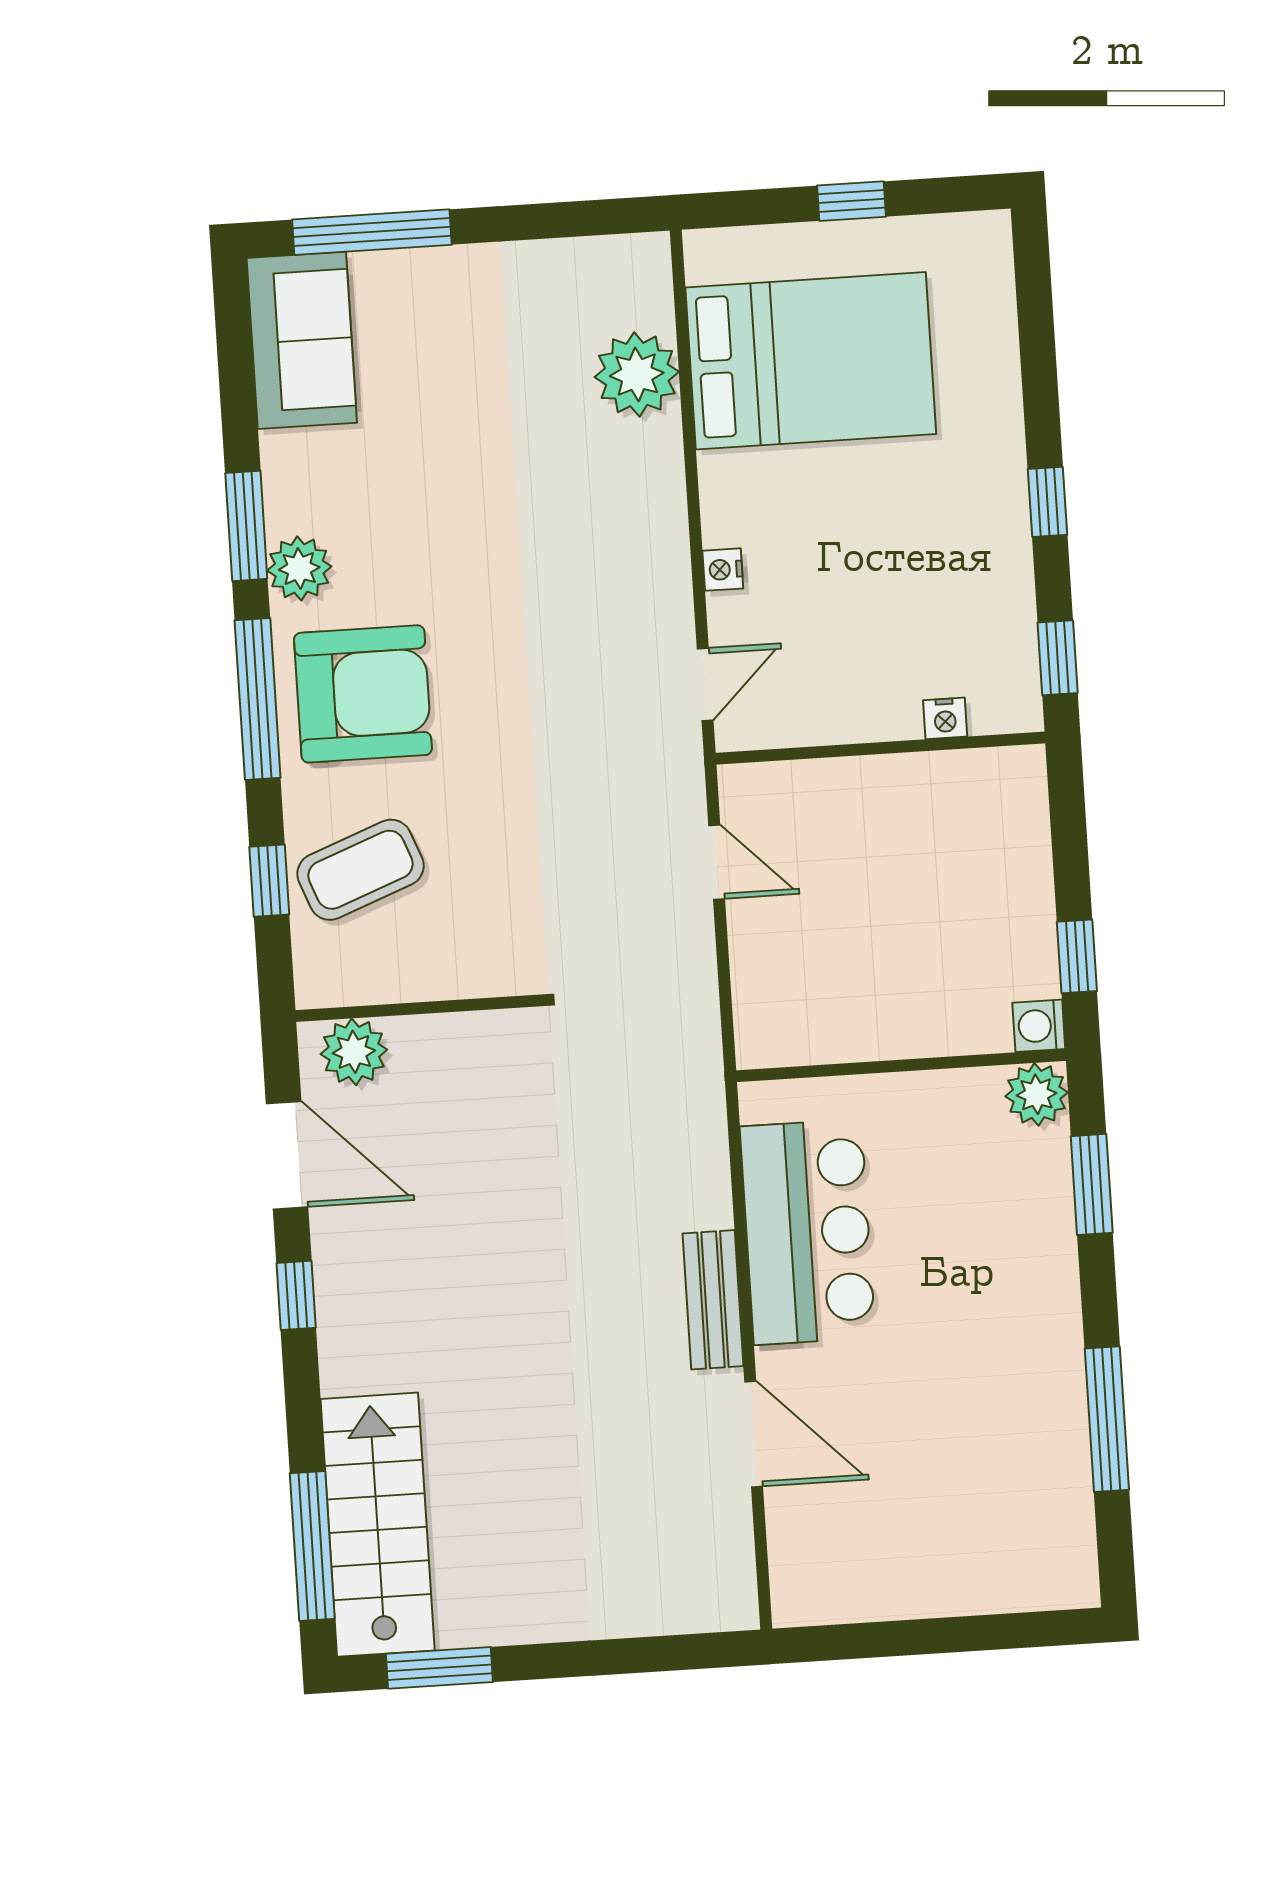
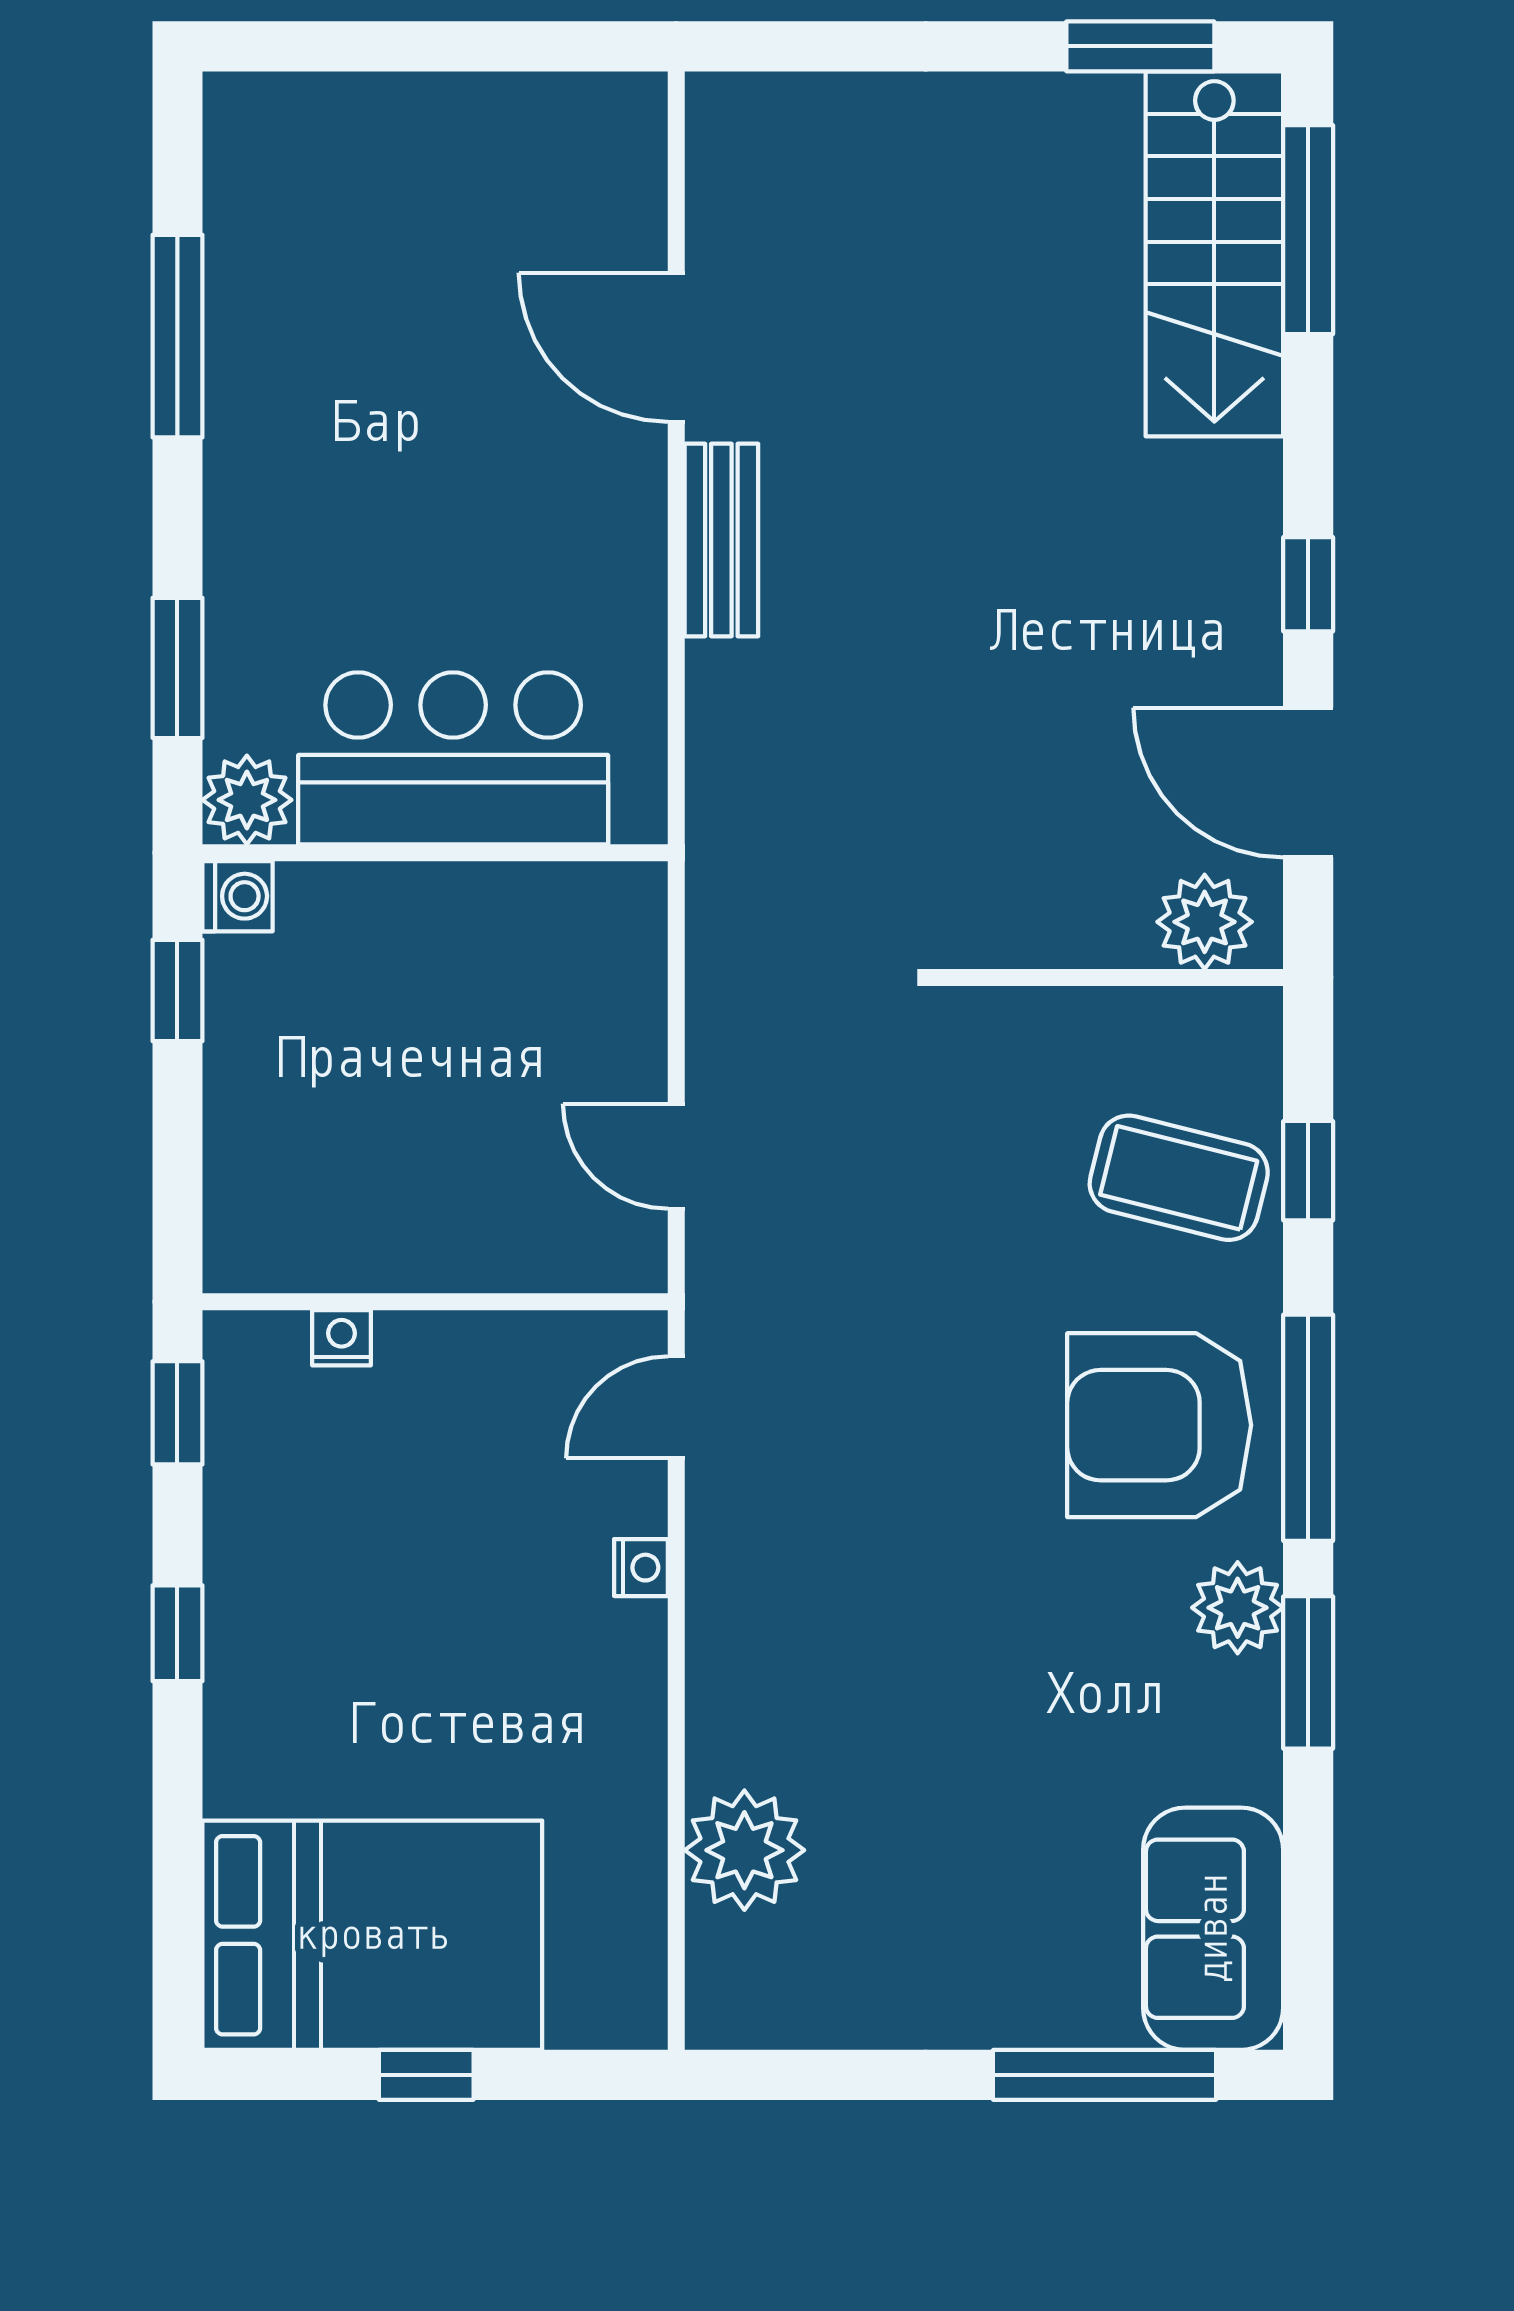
bed: (811, 361) -> (372, 1935), moved, turned 180
coffee table: (360, 870) -> (1179, 1178), turned 35
bar counter: (808, 1232) -> (453, 758), moved, turned 90

